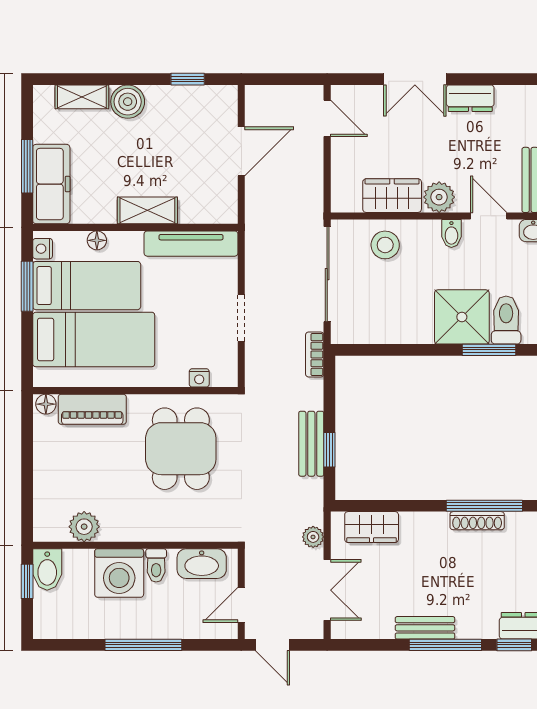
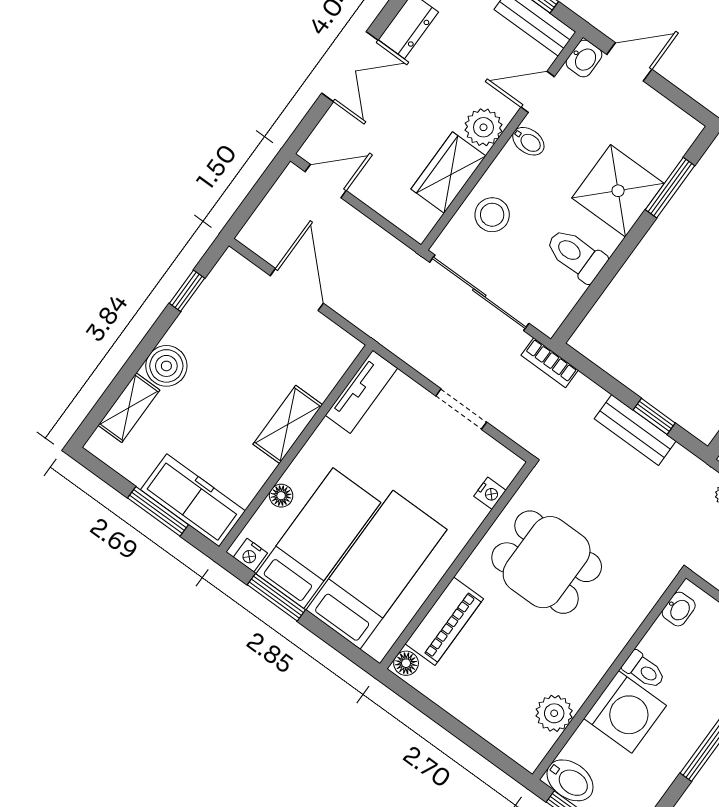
tv unit: (191, 244) -> (361, 392), width x0.71
toilet: (506, 320) -> (576, 255), moved
washbasin: (202, 564) -> (679, 609), width x0.52, depth x0.69

